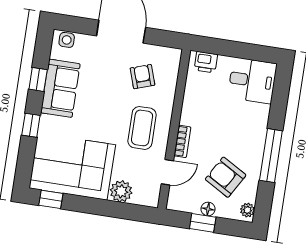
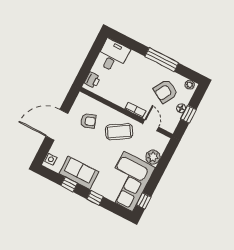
armchair: (142, 77) -> (88, 121), turned 180
coffee table: (142, 128) -> (119, 132), turned -32

